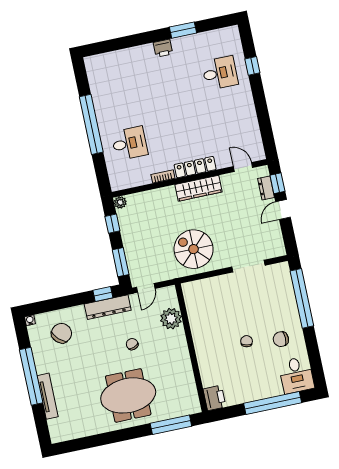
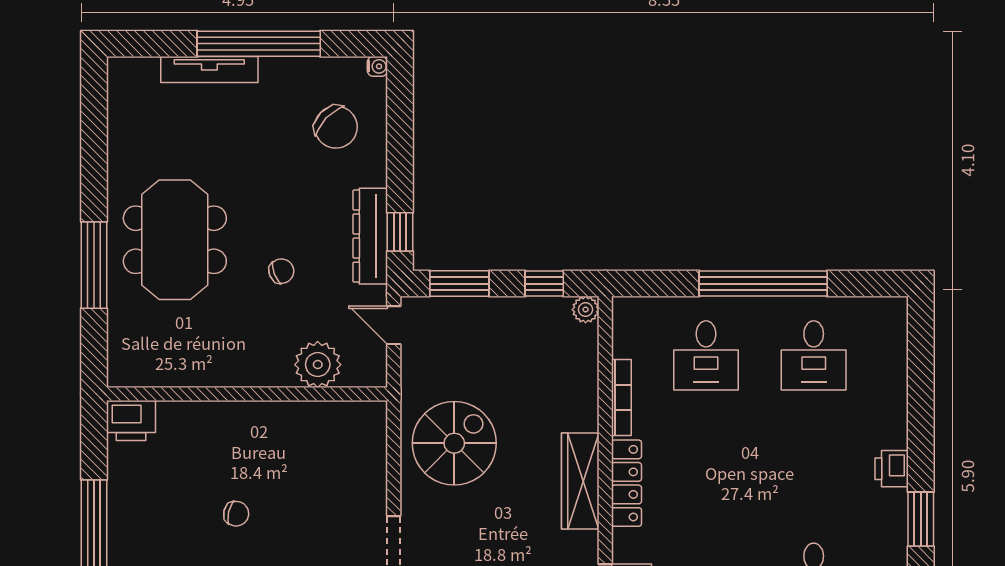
desk: (119, 94) -> (814, 355), added
bookcase: (163, 176) -> (621, 397), width x1.56
window: (171, 425) -> (94, 265), moved

